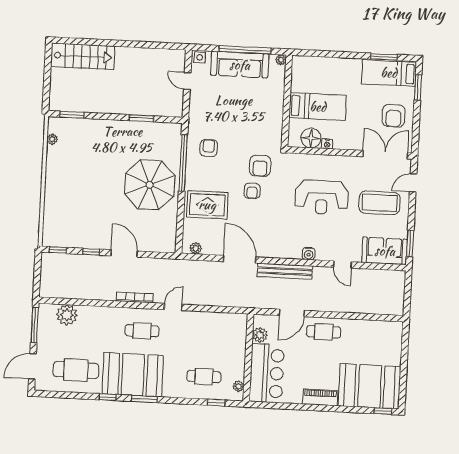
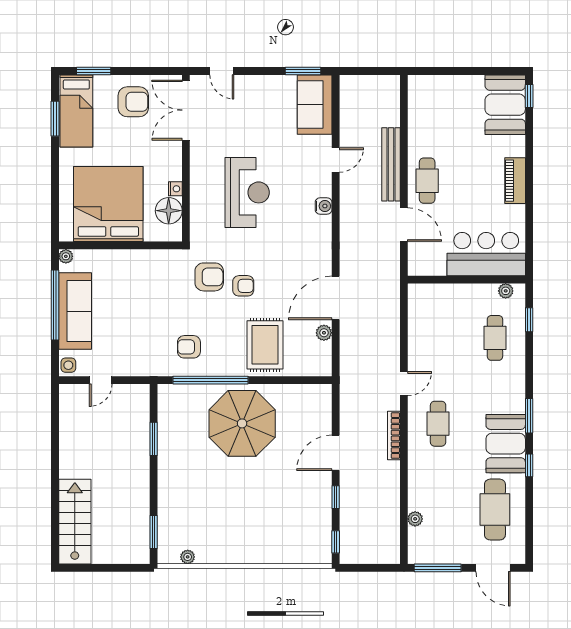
bed: (318, 107) -> (108, 204), width x2.04
coffee table: (380, 203) -> (251, 115), removed
plant: (196, 248) -> (324, 333), moved
bench: (285, 271) -> (391, 164), moved
door: (173, 307) -> (404, 384), swing flipped
plant: (67, 315) -> (415, 519), width x0.53, depth x0.53
plant: (260, 335) -> (435, 266), removed
booth: (133, 375) -> (506, 444), width x0.73, depth x0.70
booth: (370, 386) -> (505, 105), width x0.73, depth x0.70

